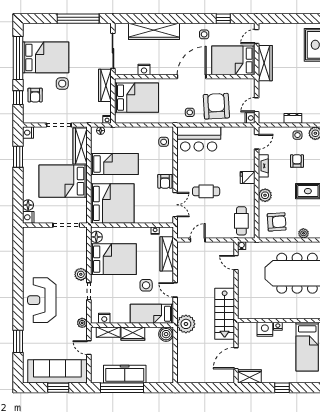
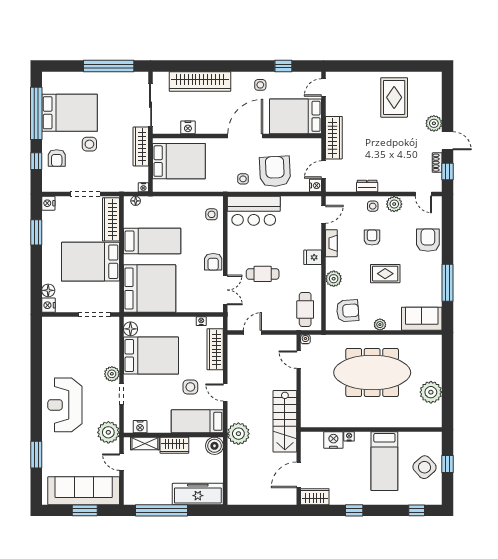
wardrobe: (265, 63) -> (334, 138), moved
plant: (82, 323) -> (108, 432), width x1.88, depth x1.88
freezer: (125, 374) -> (198, 494), moved

